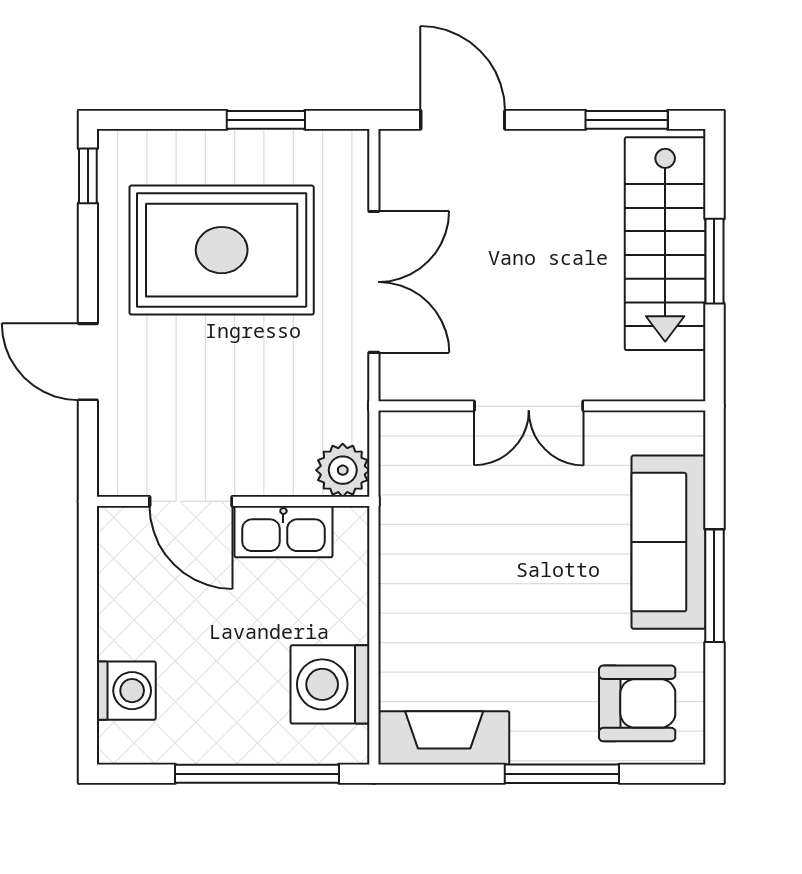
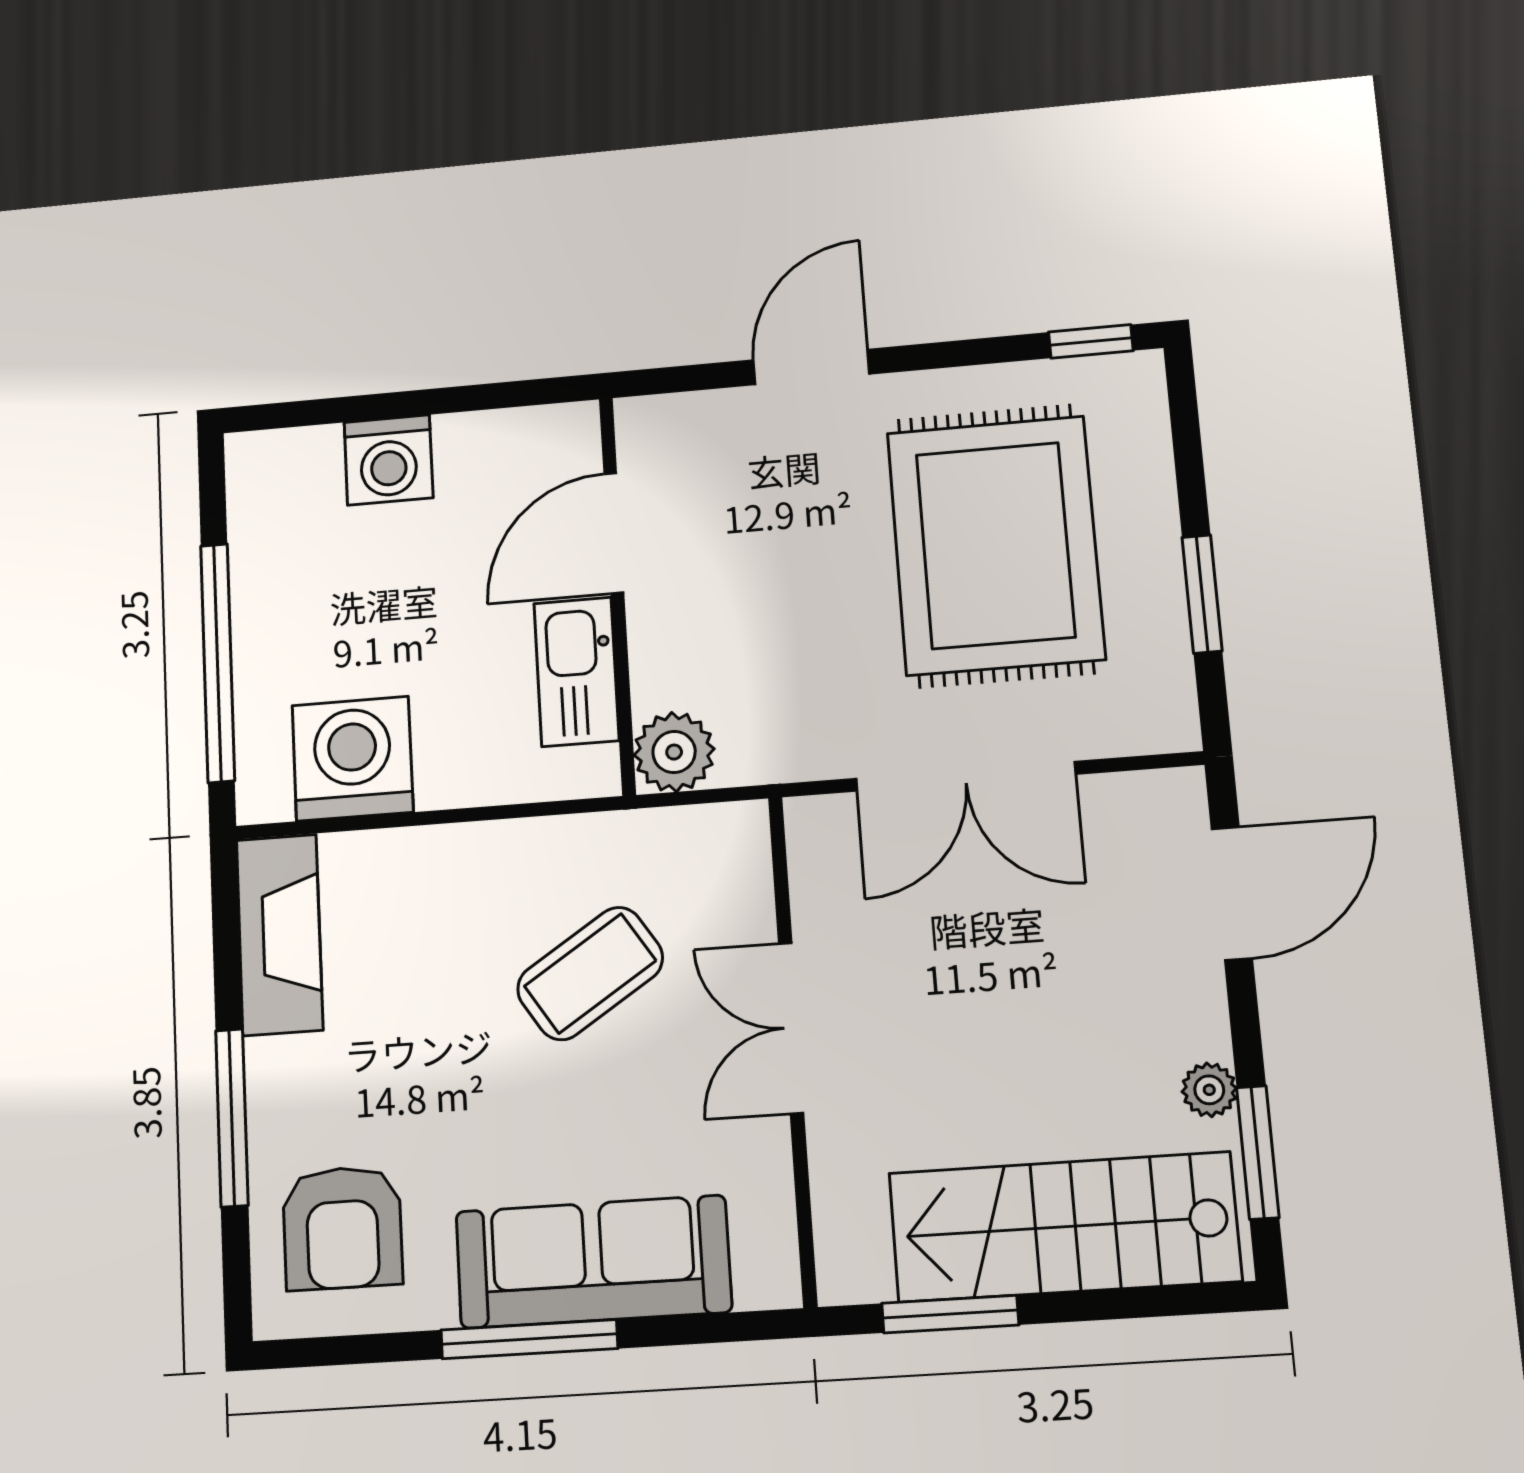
plant: (586, 146) -> (1209, 1090), added
window: (714, 261) -> (950, 1314), moved
coffee table: (484, 534) -> (590, 973), added
washing machine: (126, 691) -> (388, 460), moved

